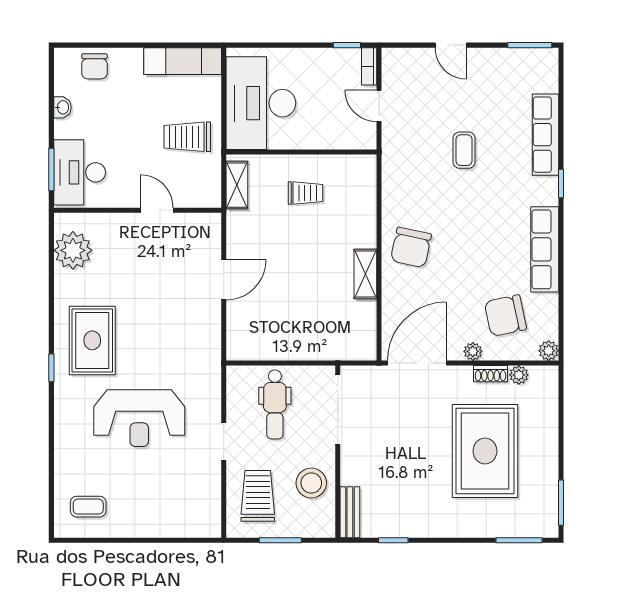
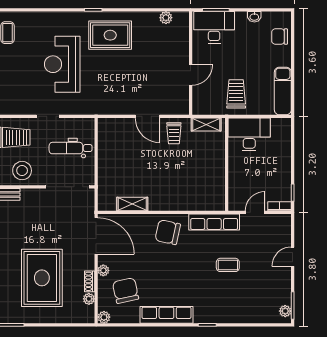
plant: (539, 57) -> (285, 311), added
desk: (261, 103) -> (249, 134), width x0.73, depth x0.77
row of seats: (545, 135) -> (214, 222), moved, turned 180
trolley: (306, 193) -> (174, 133), moved
plant: (73, 250) -> (166, 18), width x0.53, depth x0.53
shelving: (365, 274) -> (132, 204), moved
rug: (485, 451) -> (42, 278), turned 90

